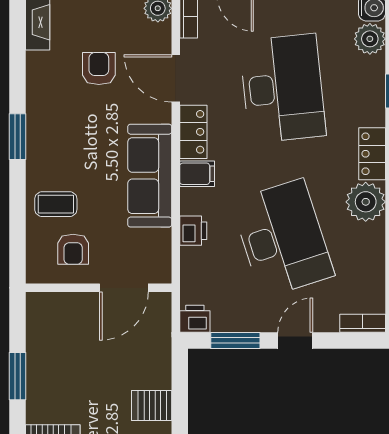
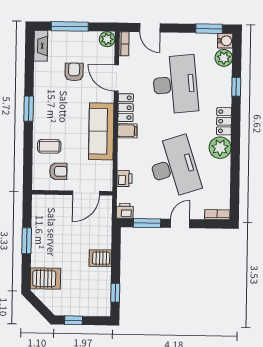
printer: (193, 231) -> (124, 178), moved
armchair: (73, 249) -> (58, 171), turned -90

